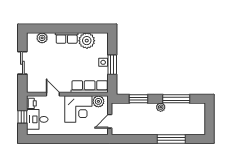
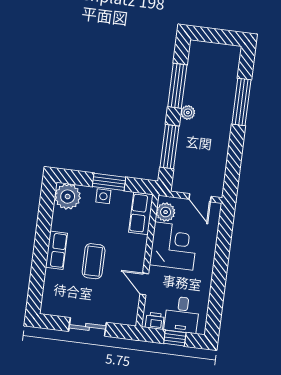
plant: (42, 38) -> (51, 290), removed
plant: (87, 41) -> (68, 197), moved
coffee table: (63, 61) -> (94, 261), added
row of seats: (90, 87) -> (141, 213), width x0.68
door: (53, 94) -> (144, 284), hinge flipped
window: (139, 99) -> (170, 147), width x1.44

